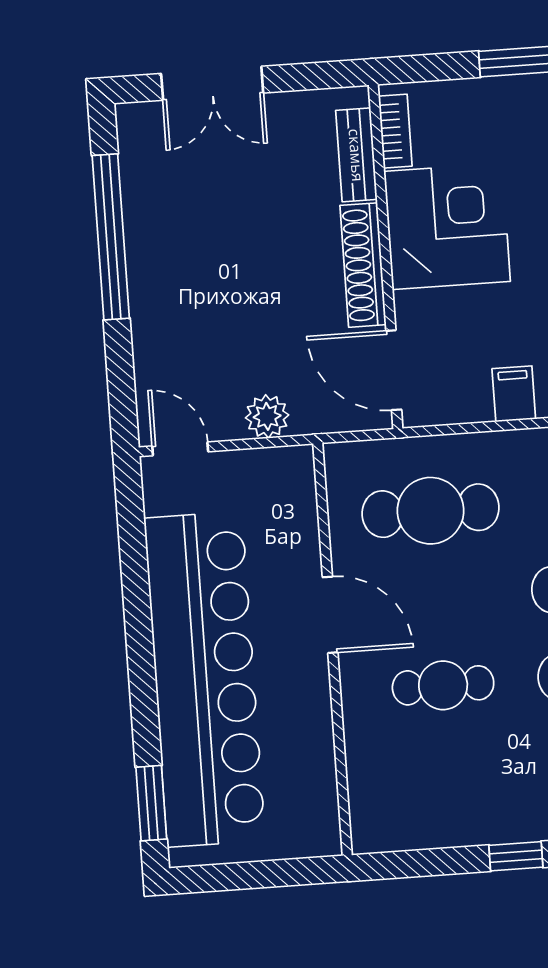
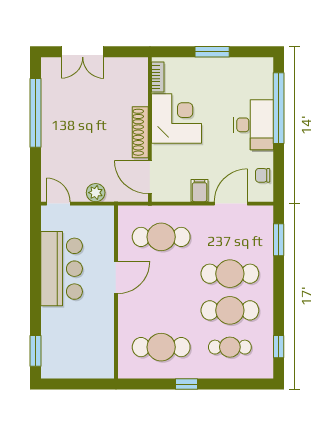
bench: (356, 155) -> (141, 86), removed
door: (330, 615) -> (116, 277), hinge flipped
bar counter: (205, 679) -> (62, 269), width x0.54
cafe table: (443, 685) -> (161, 347), moved, width x1.37, depth x1.35

